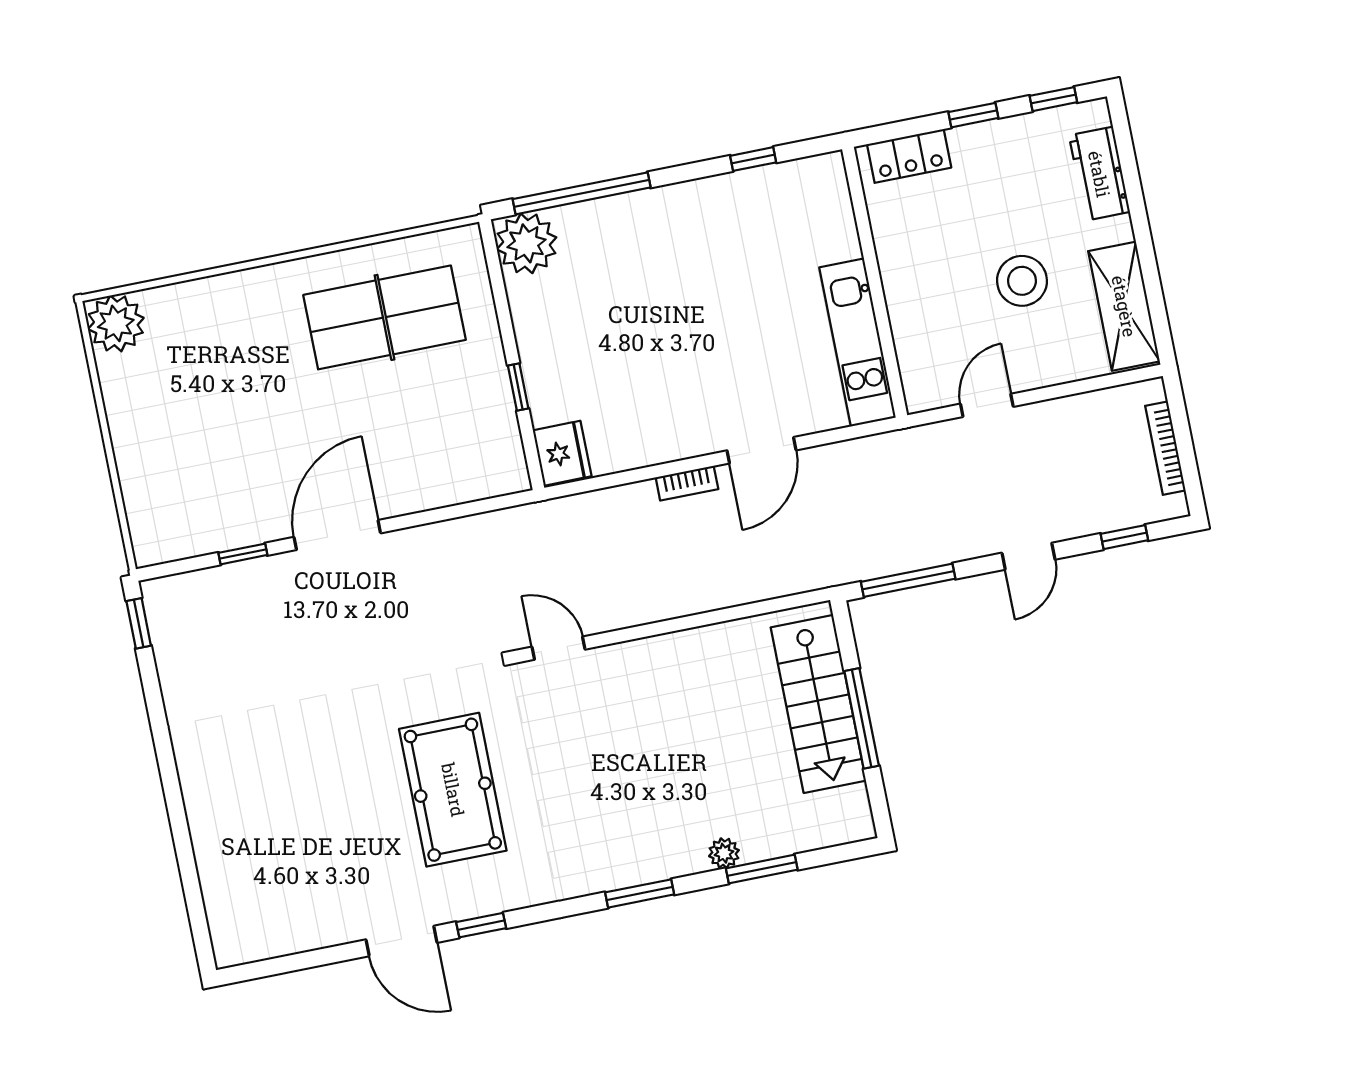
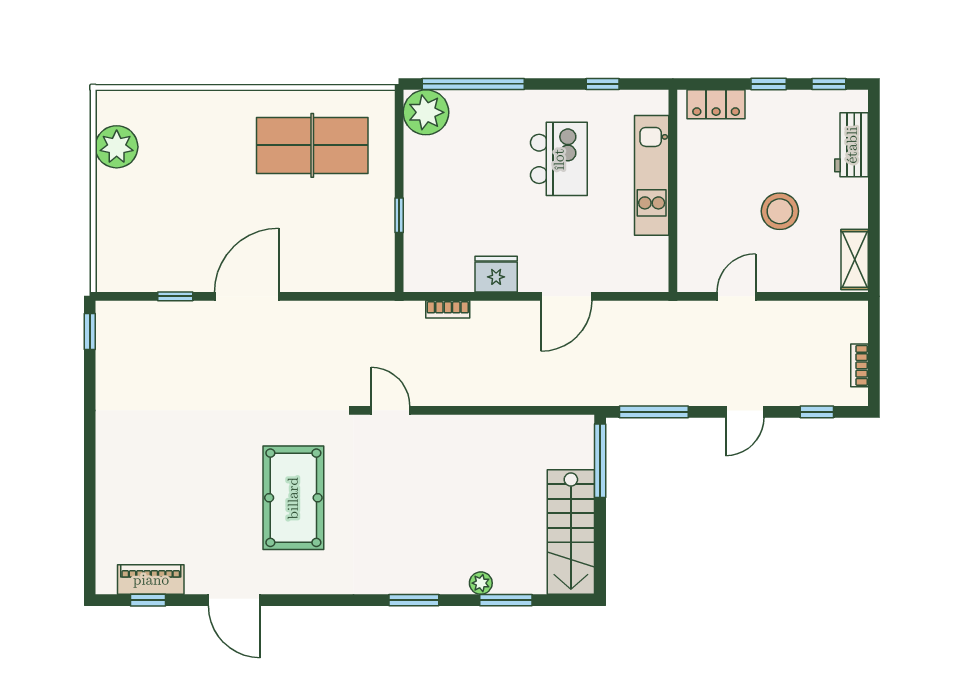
kitchen island: (715, 270) -> (559, 159), added
shelving: (1124, 306) -> (855, 259), width x0.67, depth x0.75
plant: (116, 323) -> (117, 147), moved
kitchen unit: (858, 342) -> (652, 175), moved
bookcase: (1165, 448) -> (860, 365), width x0.64
fridge: (562, 453) -> (496, 274), moved, turned -90
bookcase: (687, 483) -> (448, 309), moved
stairs: (818, 704) -> (571, 532), moved
window: (862, 718) -> (600, 461), moved
window: (481, 925) -> (148, 600), moved
piano: (285, 936) -> (151, 580), added

